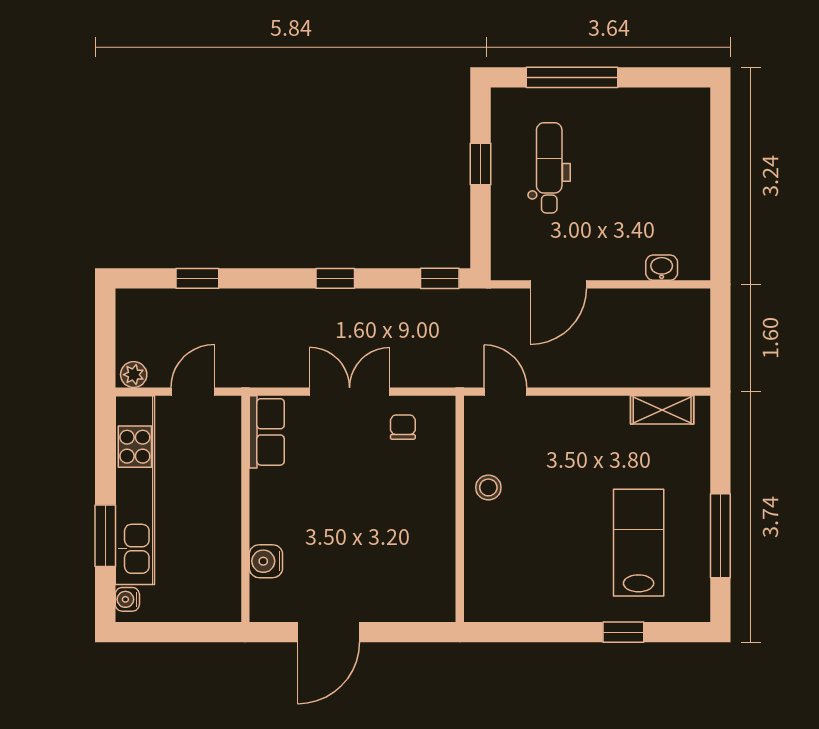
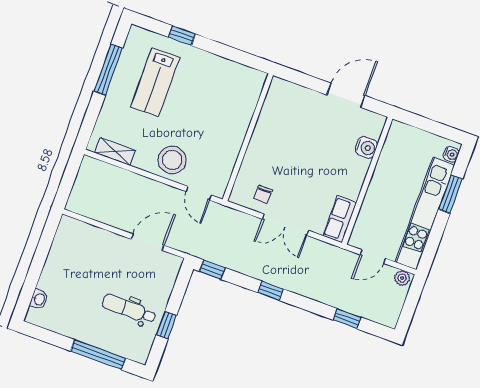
dental chair: (549, 168) -> (129, 309), turned 90
washbasin: (662, 268) -> (39, 299), moved, turned -90
stool: (488, 487) -> (172, 160), moved, width x1.89, depth x1.89

